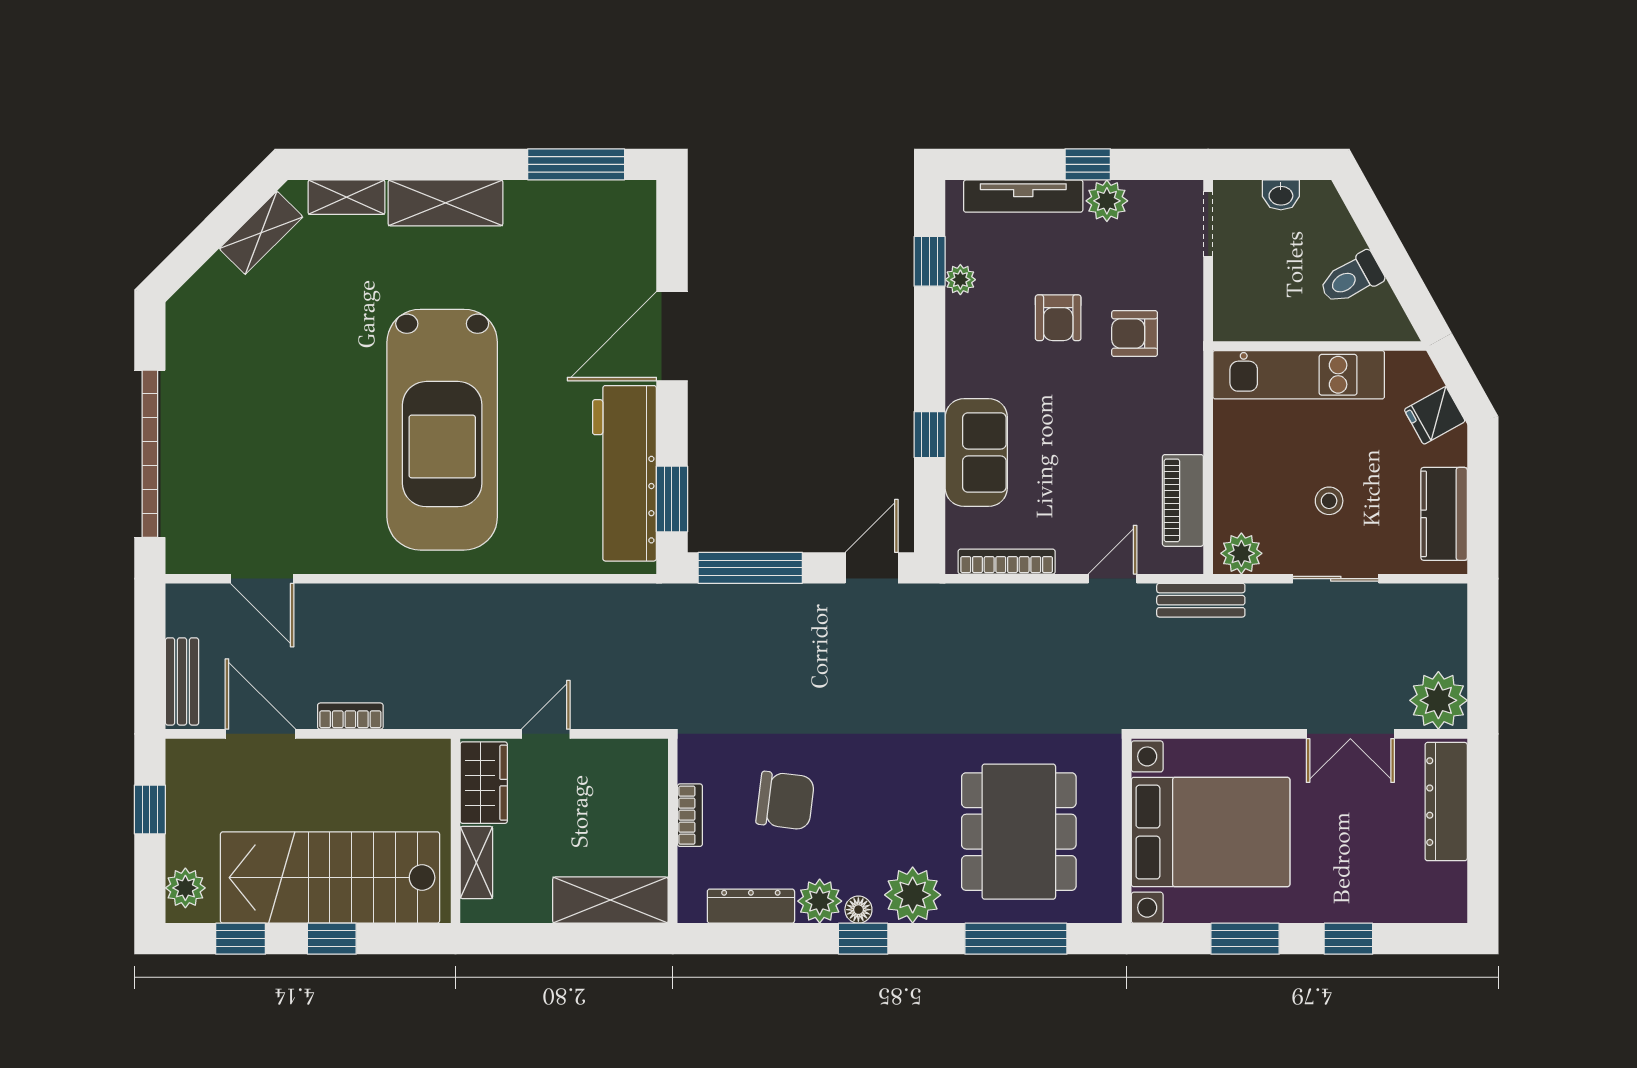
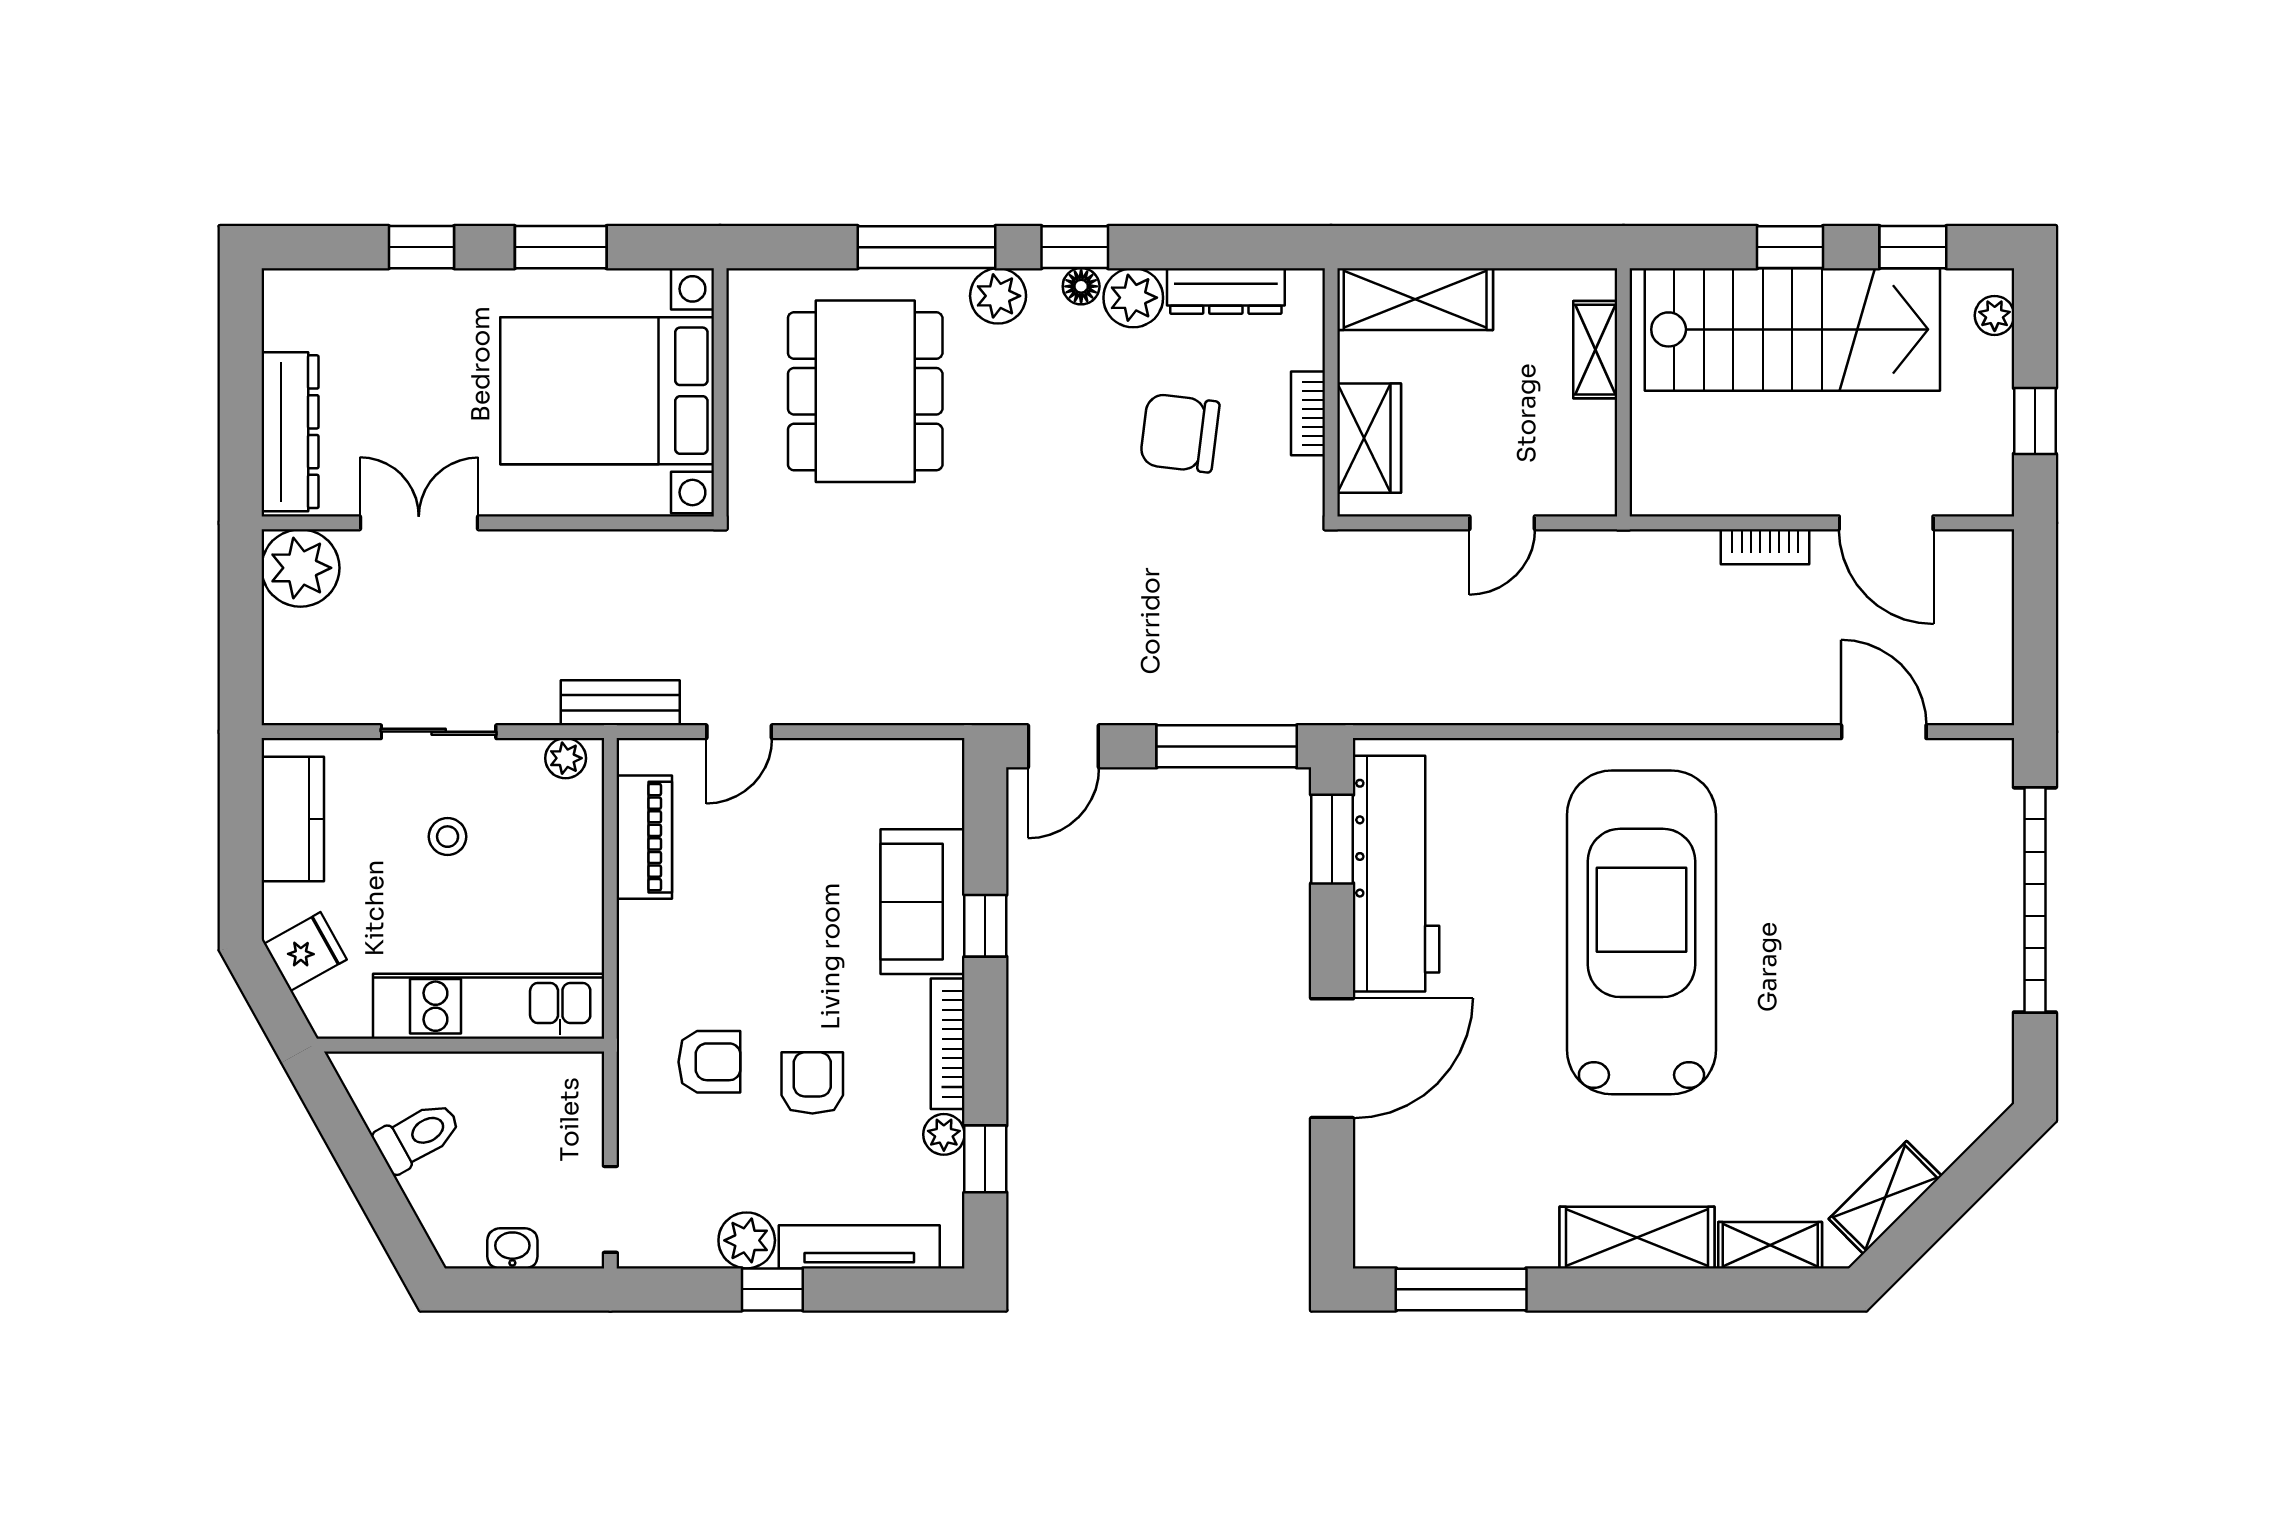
plant: (1241, 553) -> (566, 758), width x0.73, depth x0.73
bookcase: (1007, 562) -> (948, 1044), moved, turned 90
bench: (182, 681) -> (1992, 593), removed
wardrobe: (484, 783) -> (1369, 438), moved, turned 180
plant: (185, 888) -> (1995, 315), width x0.73, depth x0.73
plant: (913, 895) -> (998, 296), width x0.73, depth x0.73
window: (1016, 939) -> (927, 247), moved

